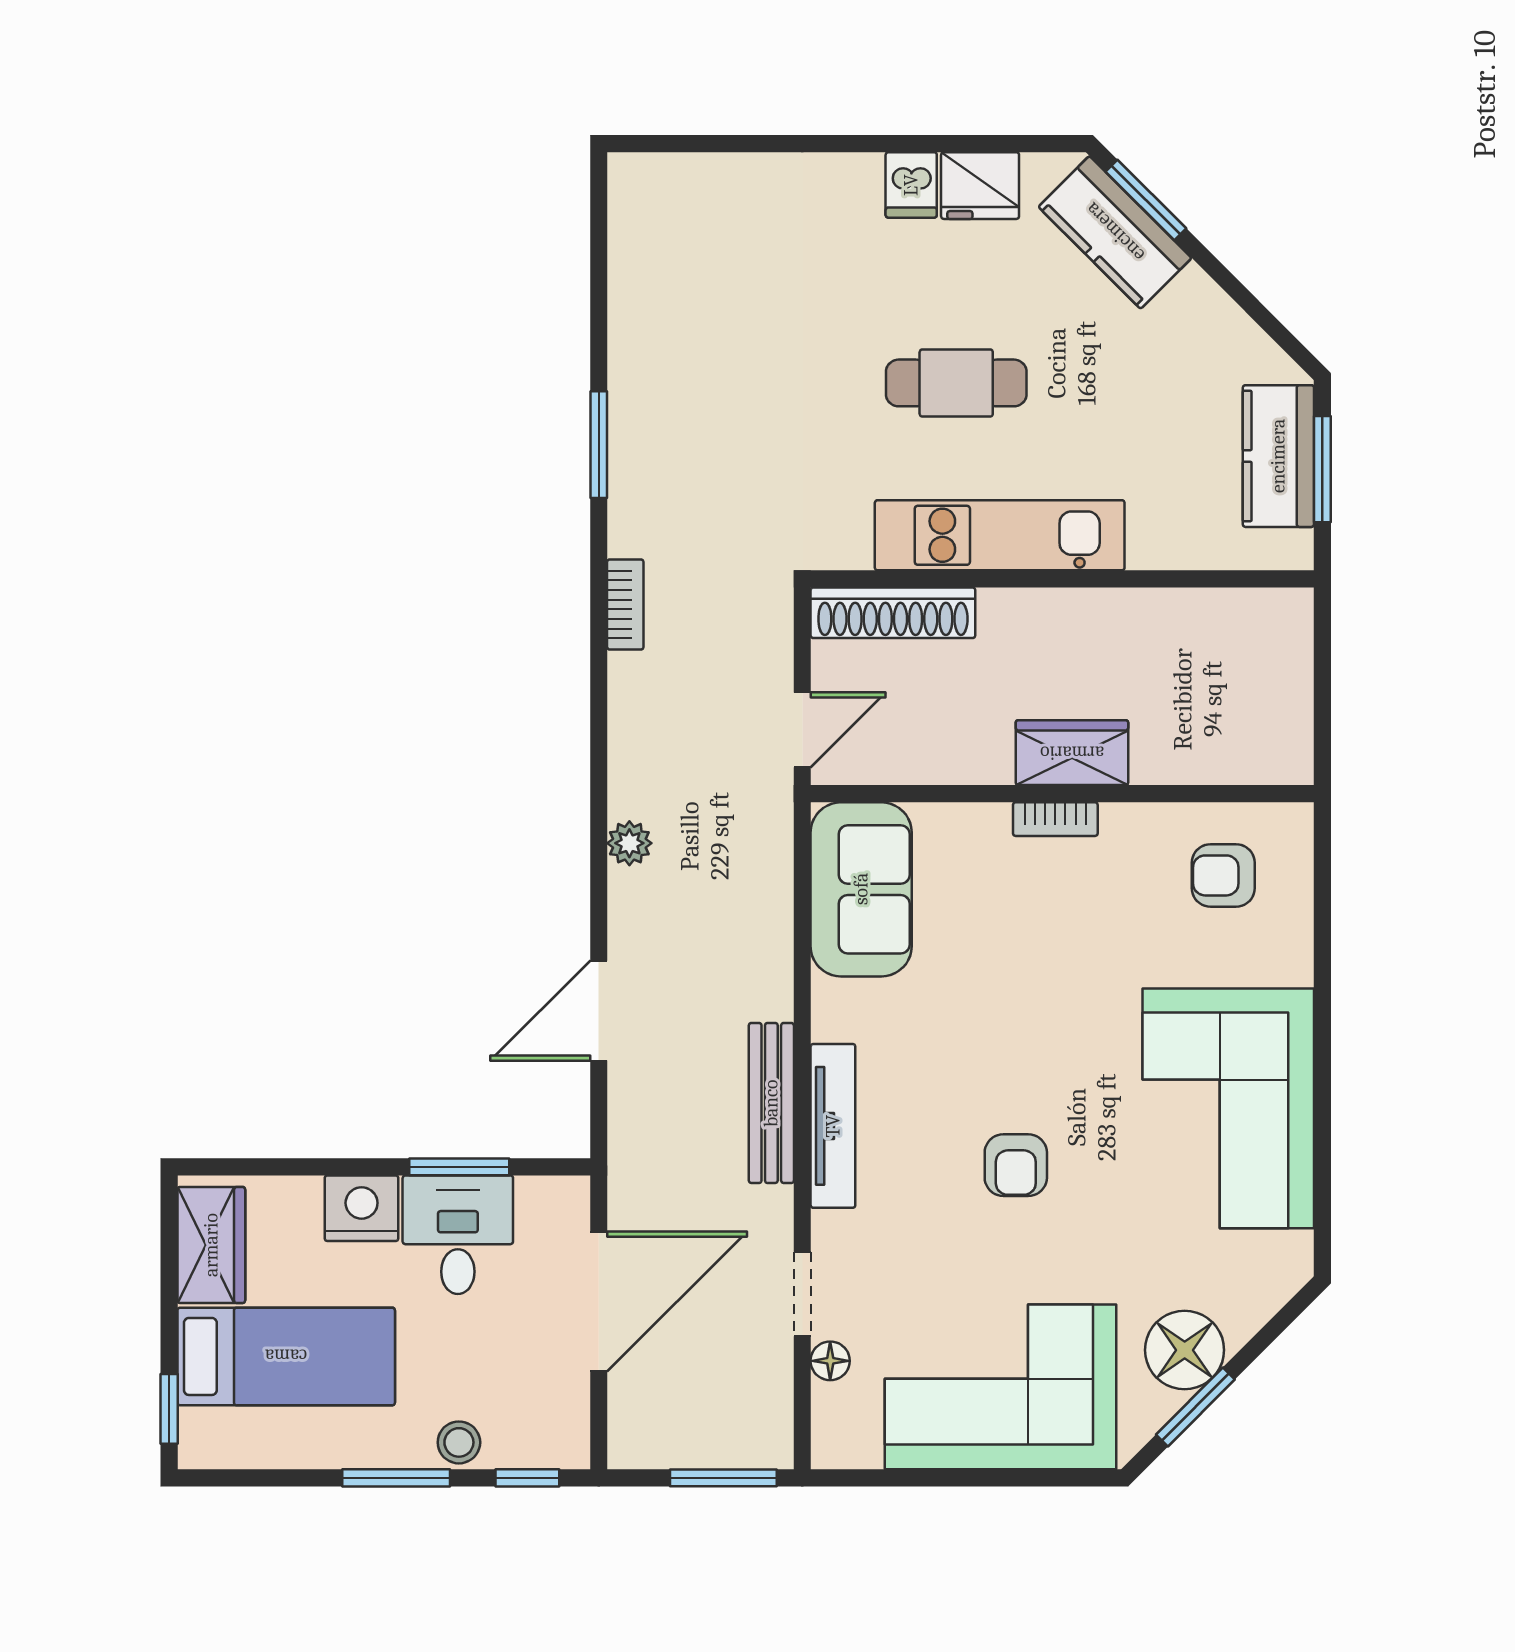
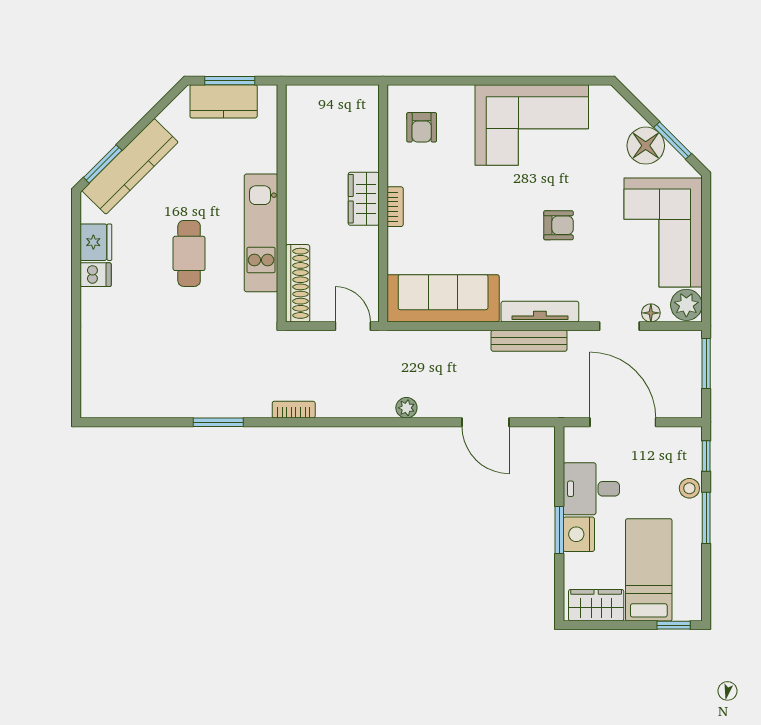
kitchen counter: (1115, 232) -> (130, 166), width x1.50
sofa: (861, 889) -> (443, 298), width x1.36
window: (459, 1167) -> (559, 530), moved
plant: (847, 1436) -> (686, 305), added

